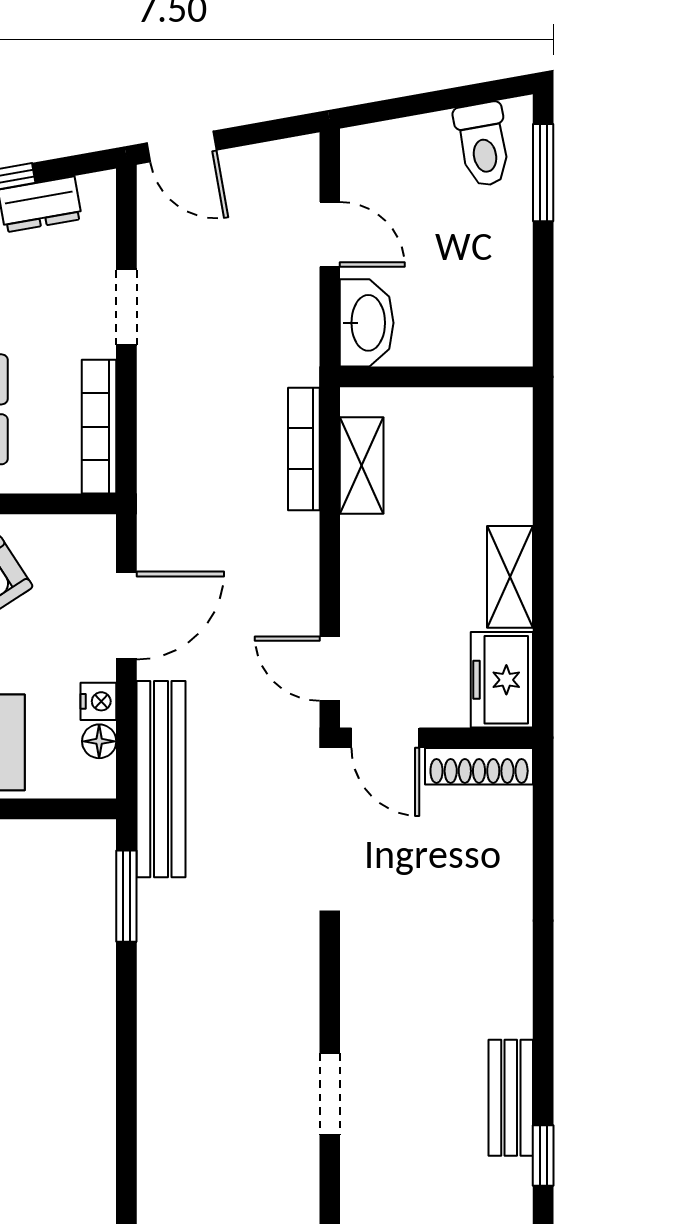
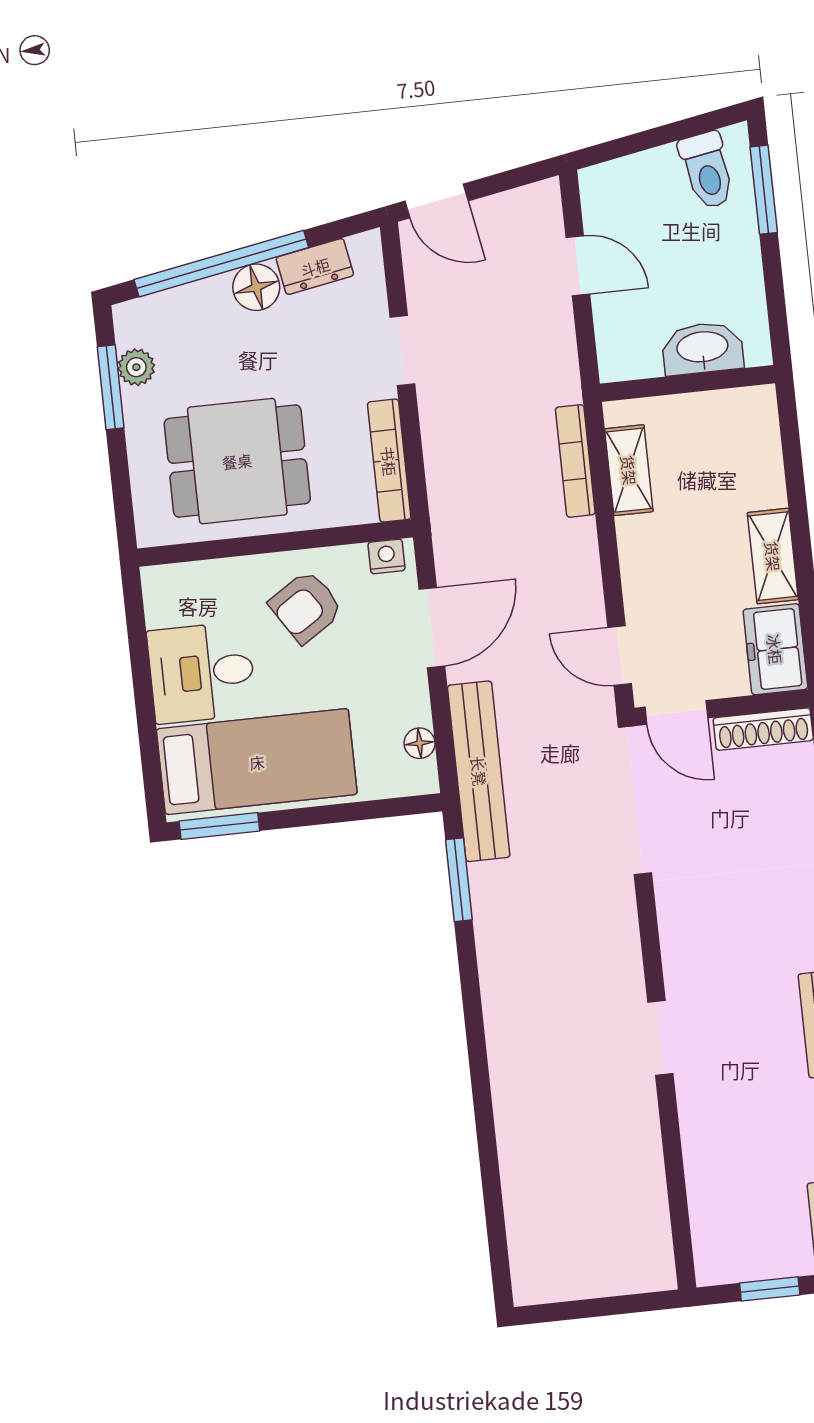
washbasin: (367, 323) -> (703, 348), moved, turned -90
nightstand: (98, 701) -> (386, 556), moved, turned -90

